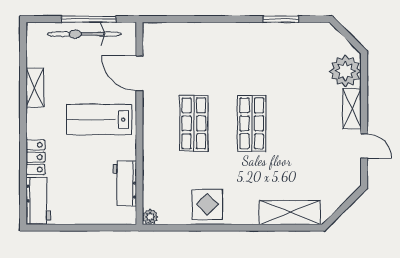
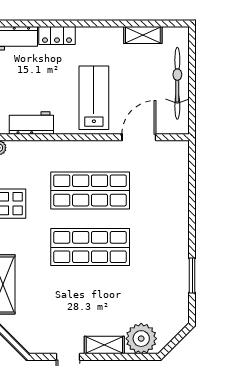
window: (89, 19) -> (192, 88), removed
shelving: (35, 88) -> (143, 35), moved
shop shelf: (194, 123) -> (90, 190), width x1.43, depth x1.36
shop shelf: (252, 123) -> (90, 247), width x1.43, depth x1.36

